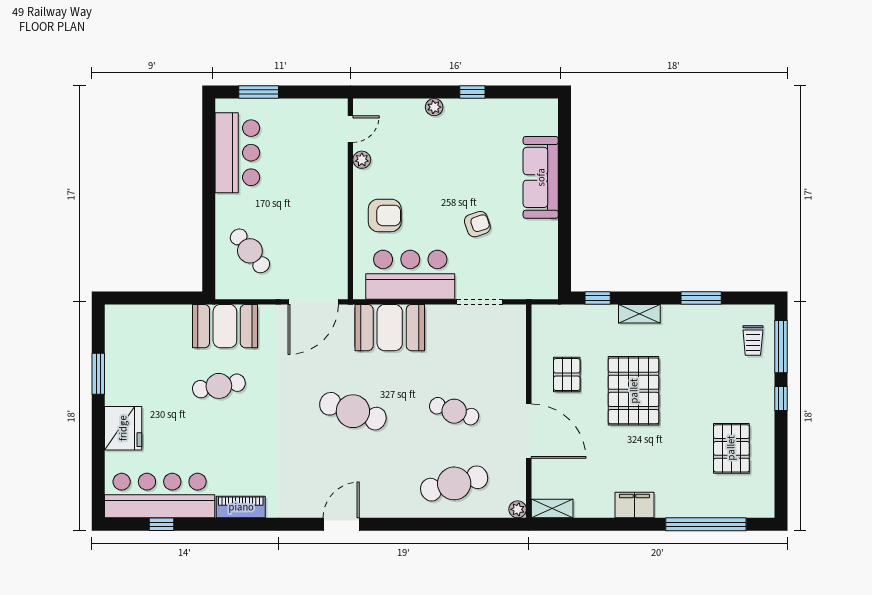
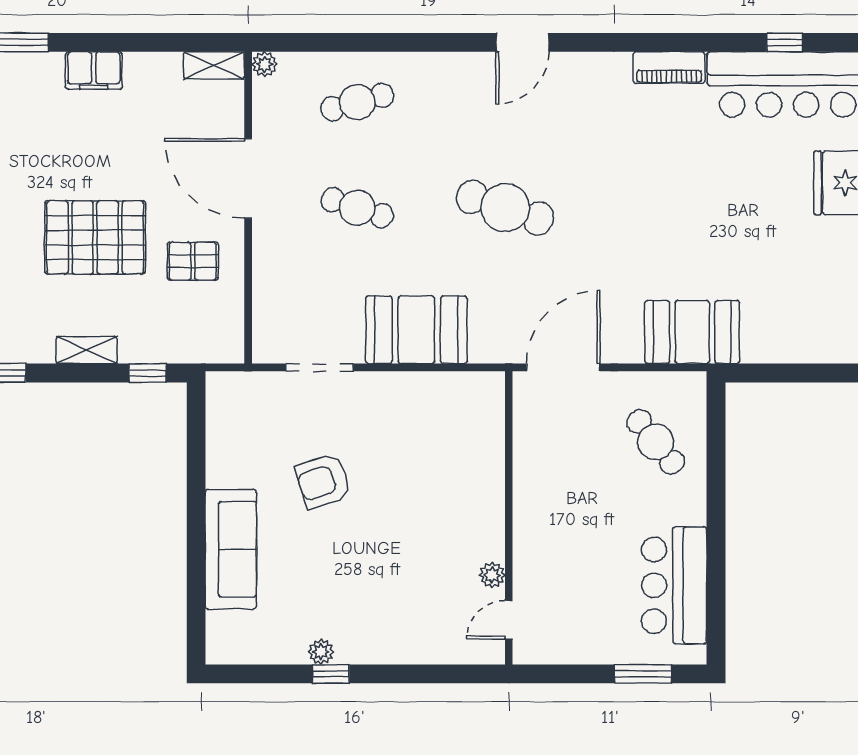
plant: (434, 107) -> (321, 652), moved
armchair: (385, 215) -> (459, 494), removed
armchair: (477, 224) -> (323, 481), width x1.38, depth x1.38
bar counter: (410, 275) -> (421, 407), removed
booth: (390, 328) -> (416, 330), moved
pallet: (567, 375) -> (193, 261), turned 90
cafe table: (219, 386) -> (701, 245), removed
pallet: (634, 391) -> (95, 237), turned 90
cafe table: (454, 483) -> (357, 102), width x0.73, depth x0.74

